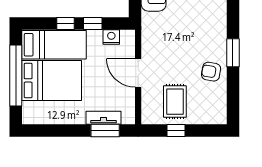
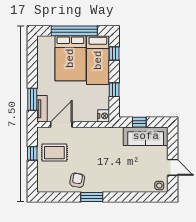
window: (66, 23) -> (114, 53), moved
nightstand: (111, 37) -> (104, 116), moved
door: (138, 73) -> (61, 124), moved
tv unit: (104, 118) -> (42, 109), moved

